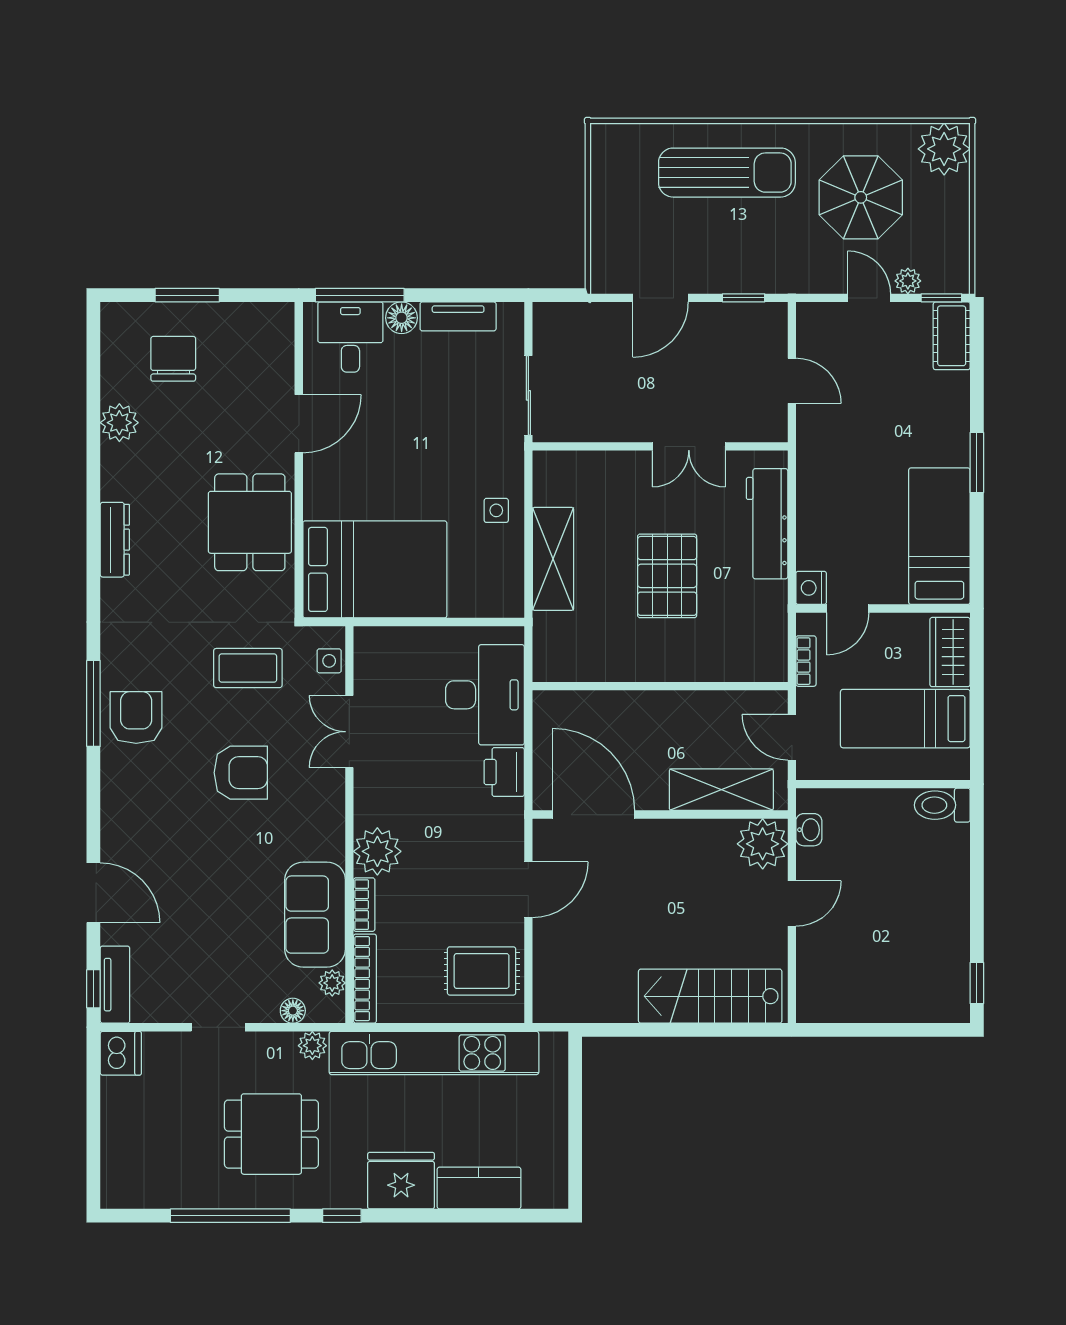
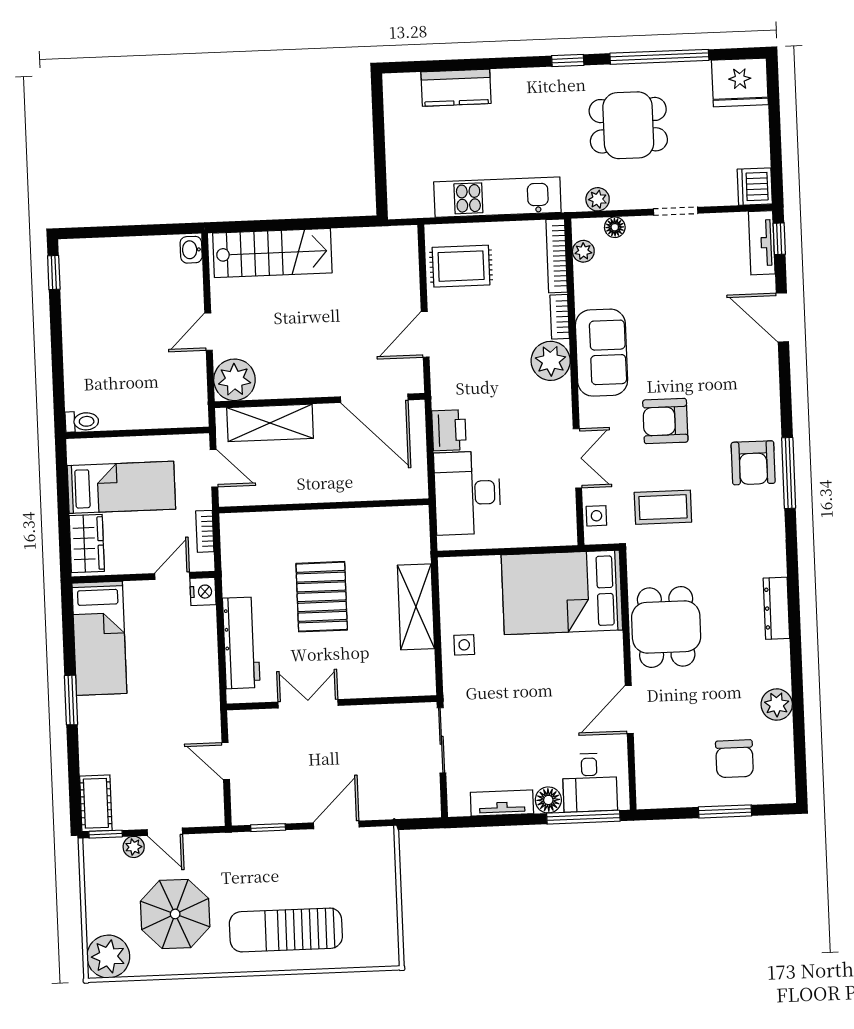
toilet: (942, 805) -> (82, 422), width x0.73, depth x0.72
washbasin: (809, 830) -> (191, 250), moved
sofa: (315, 915) -> (602, 353), moved
kitchen unit: (434, 1053) -> (497, 197), width x0.73
fridge: (401, 1181) -> (740, 82), moved

